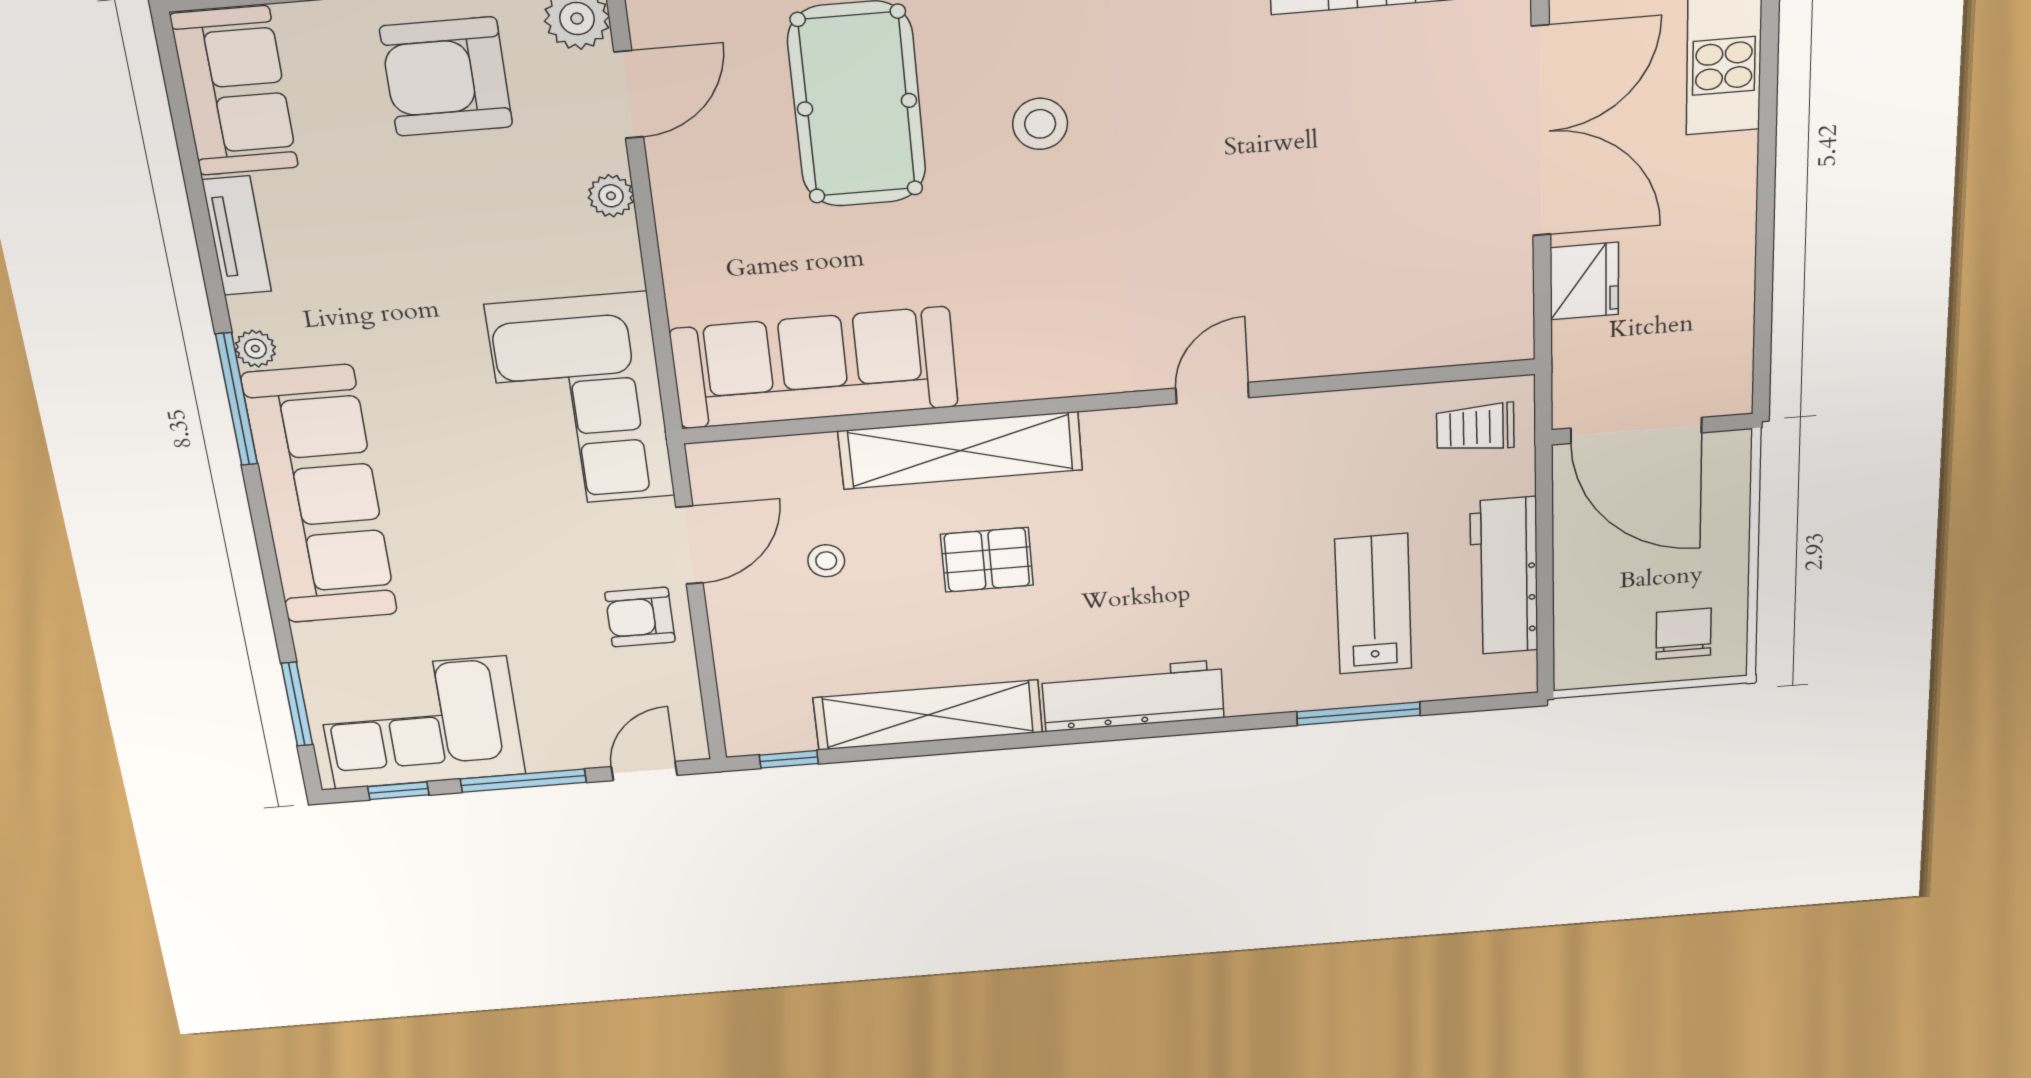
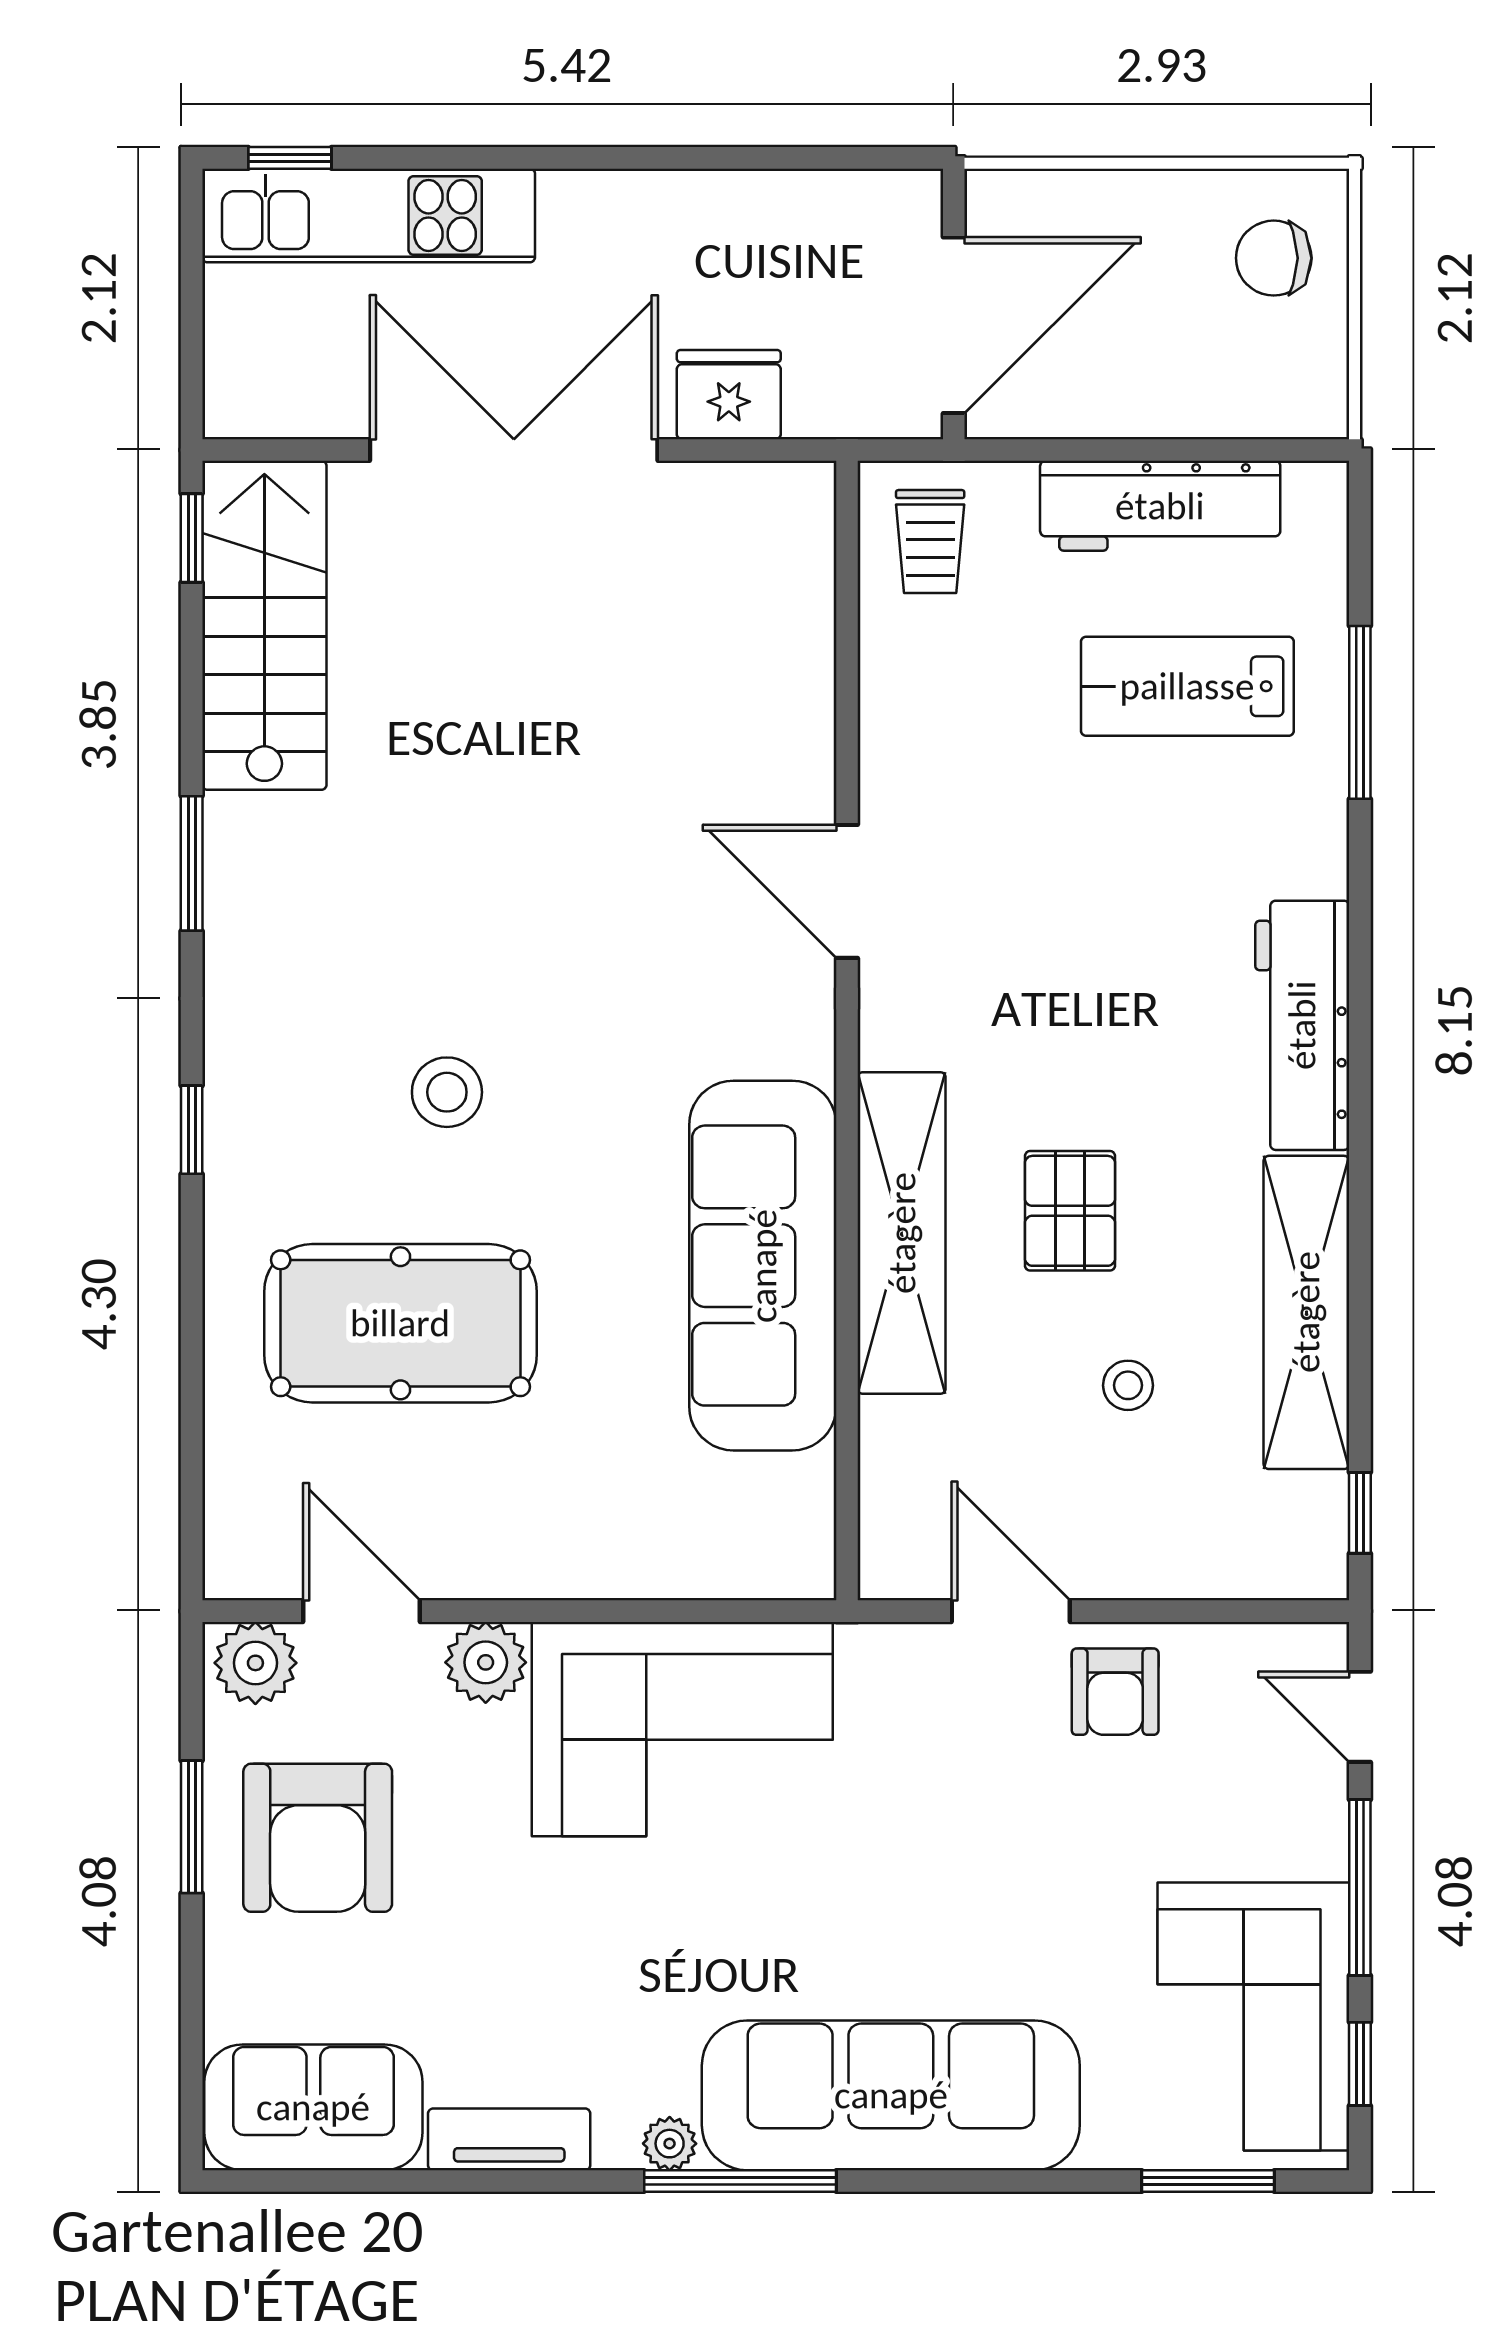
plant: (611, 196) -> (486, 1662), width x1.38, depth x1.38
sofa: (814, 368) -> (763, 1266), moved
door: (1212, 393) -> (847, 891), width x1.38
corner sofa: (581, 401) -> (682, 1729), moved
stool: (826, 561) -> (1128, 1385), moved

